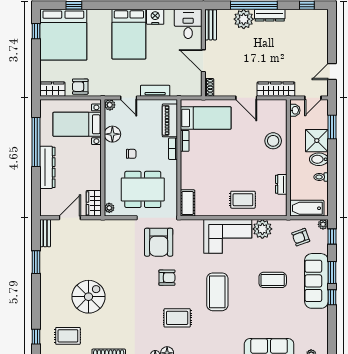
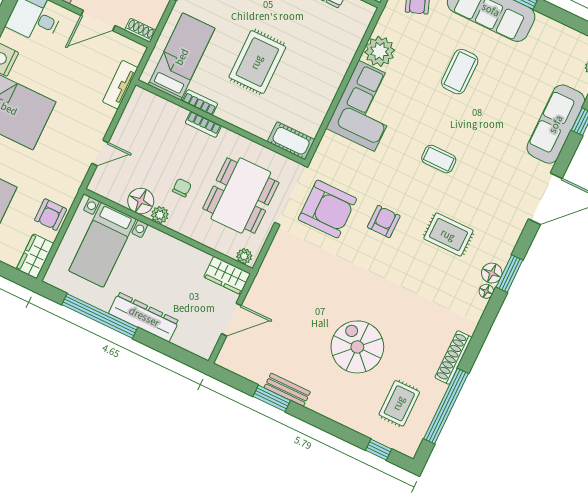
tv unit: (155, 91) -> (120, 85), moved
plant: (110, 105) -> (160, 215), moved
piano: (170, 120) -> (161, 109), removed
rug: (243, 200) -> (257, 62), moved, width x1.36, depth x1.43
door: (70, 218) -> (231, 320), swing flipped
bench: (45, 233) -> (287, 390), moved
coffee table: (217, 292) -> (439, 159), width x0.54, depth x0.58
rug: (177, 318) -> (448, 235), turned 90

